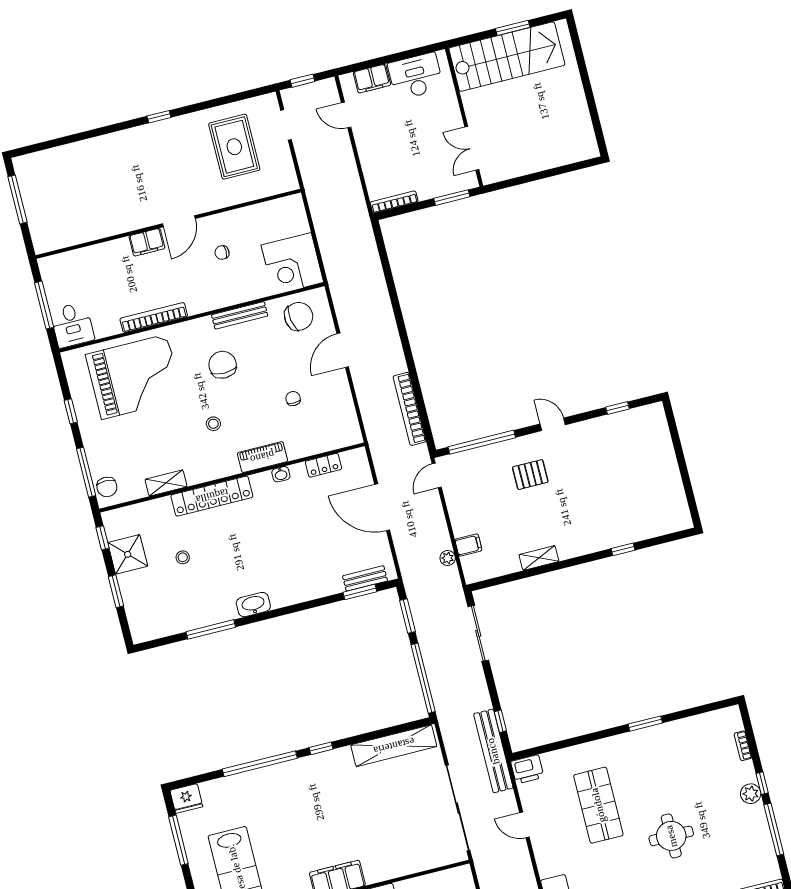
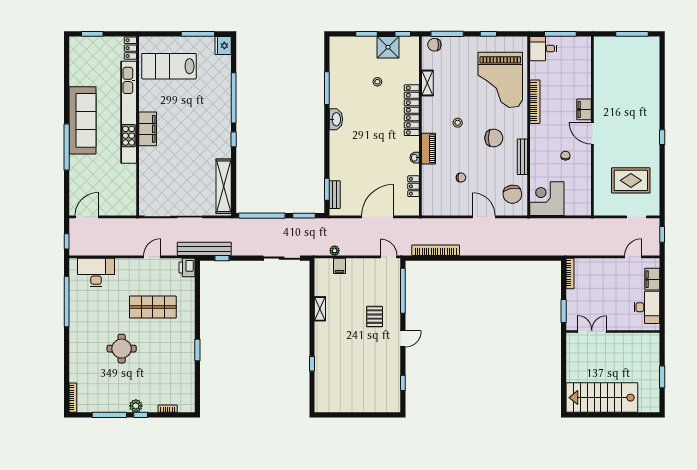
stairs: (507, 57) -> (602, 398), moved, turned 90

